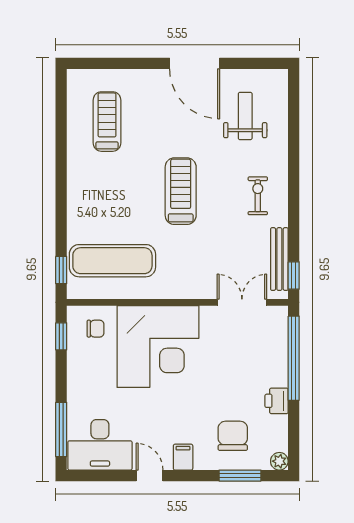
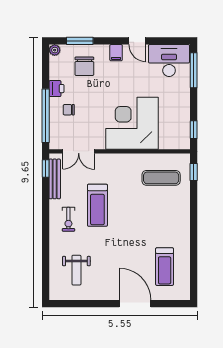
door: (195, 63) -> (135, 304), moved
treadmill: (181, 191) -> (97, 205), moved
exercise mat: (112, 261) -> (161, 178), width x0.73, depth x0.69
chair: (96, 329) -> (69, 110), moved

